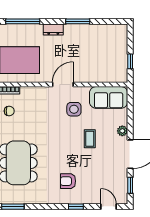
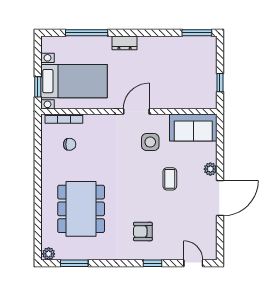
window: (78, 21) -> (197, 33), moved
window: (130, 185) -> (220, 237), removed

